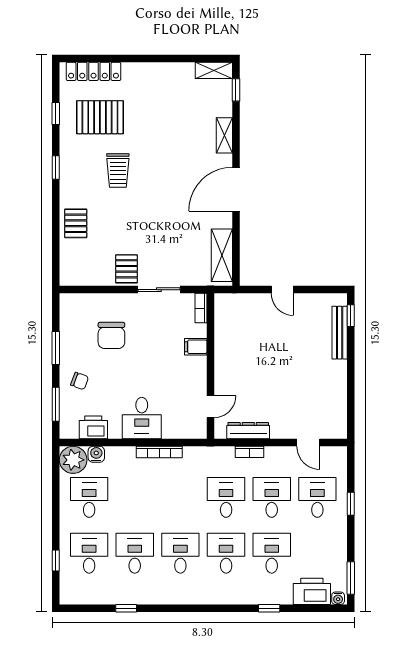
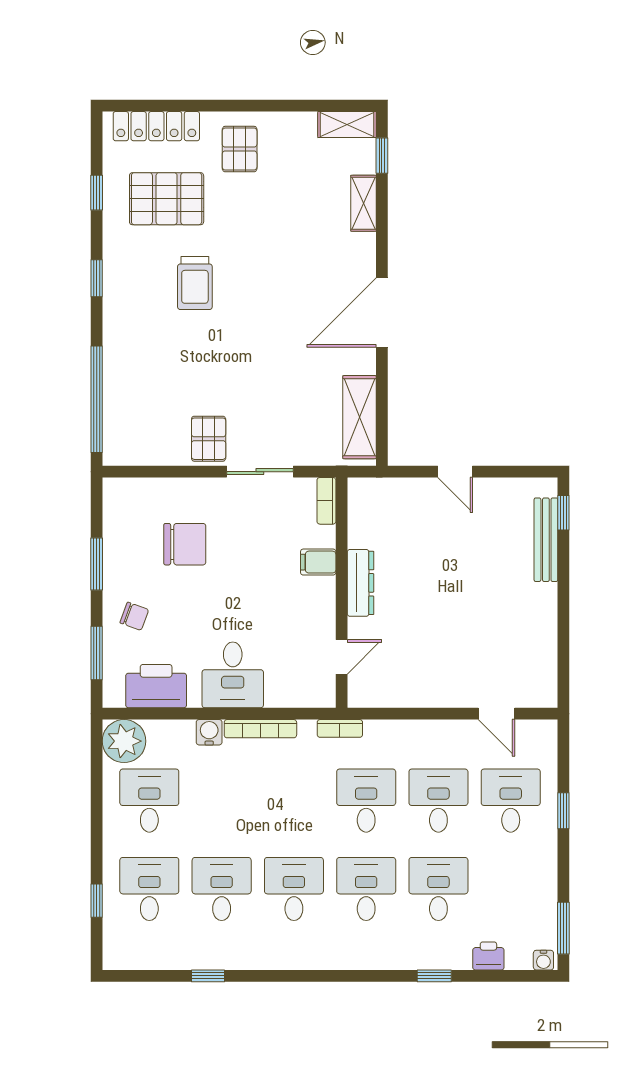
shelving: (224, 135) -> (363, 203), moved
pallet: (76, 223) -> (240, 149), moved
window: (56, 244) -> (97, 399), added
chair: (111, 335) -> (185, 544), turned -90
printer: (93, 427) -> (156, 686), width x1.37, depth x1.19
dresser: (248, 431) -> (360, 583), moved, turned 90
bookcase: (250, 452) -> (340, 728), moved
water cooler: (96, 454) -> (209, 732), moved
printer: (312, 591) -> (488, 956), width x0.53, depth x0.68

